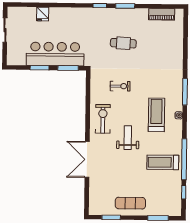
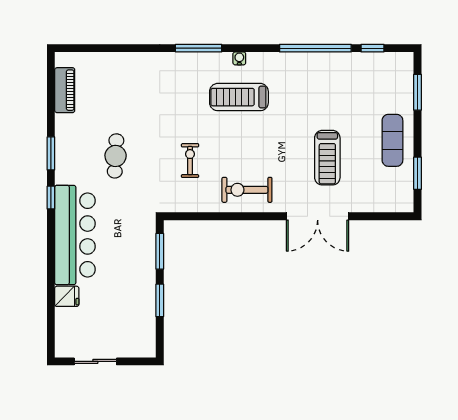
bar counter: (55, 54) -> (75, 235), moved, turned 180
weight bench: (128, 138) -> (279, 146), removed
treadmill: (163, 162) -> (327, 158), moved

